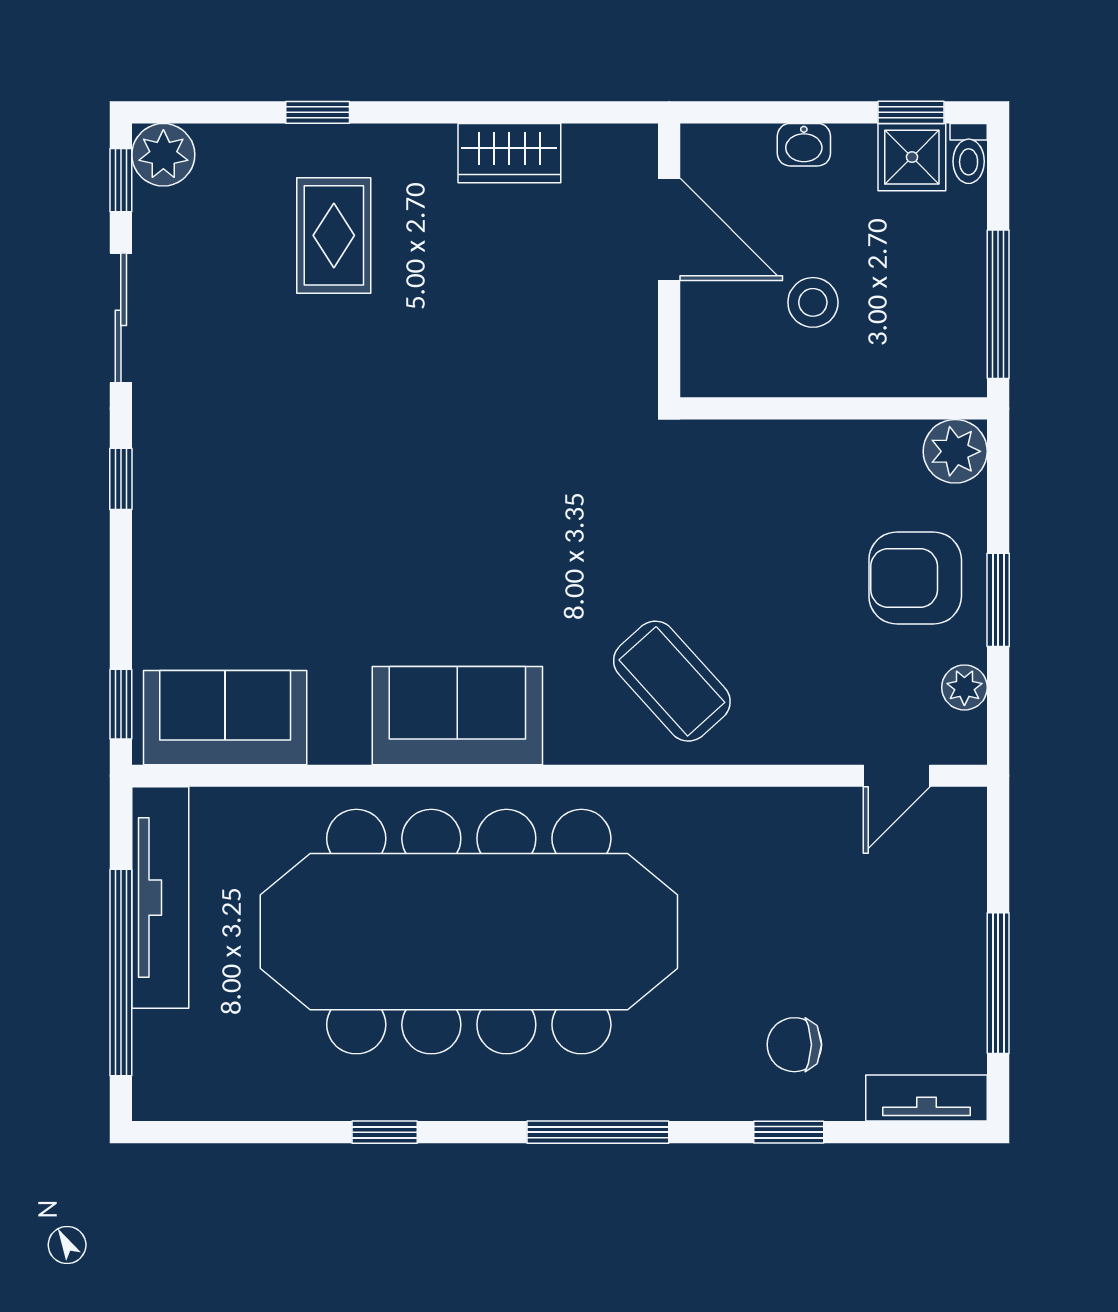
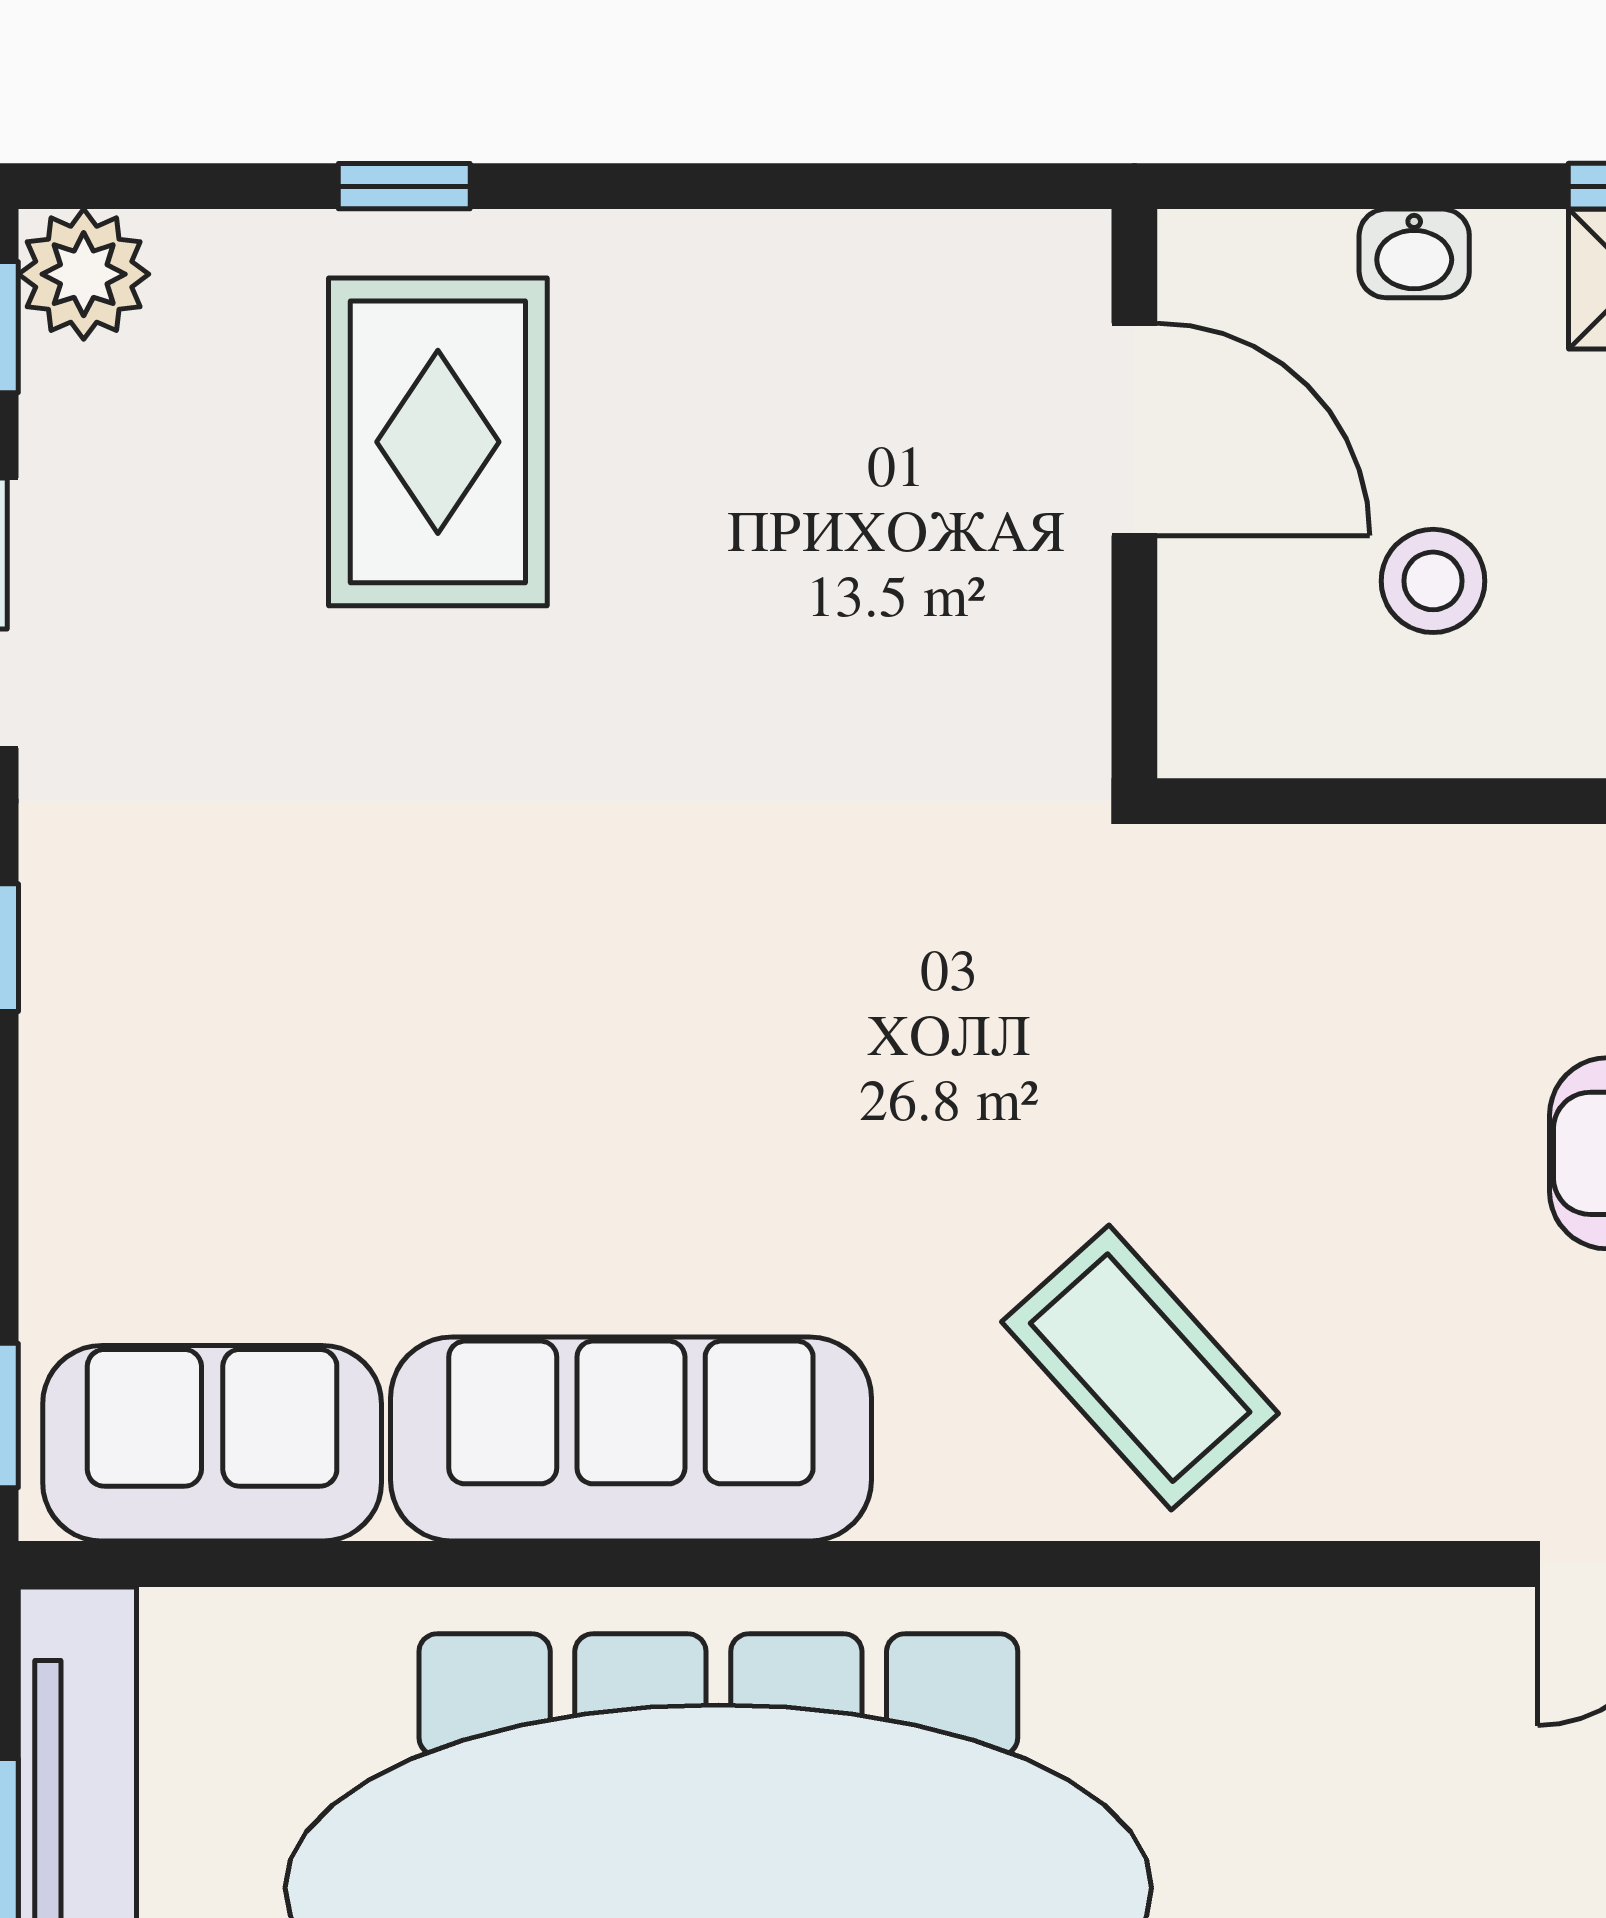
wardrobe: (509, 153) -> (802, 271), removed
rug: (334, 235) -> (438, 442), width x1.36, depth x1.43
sofa: (457, 716) -> (631, 1439), width x1.36

